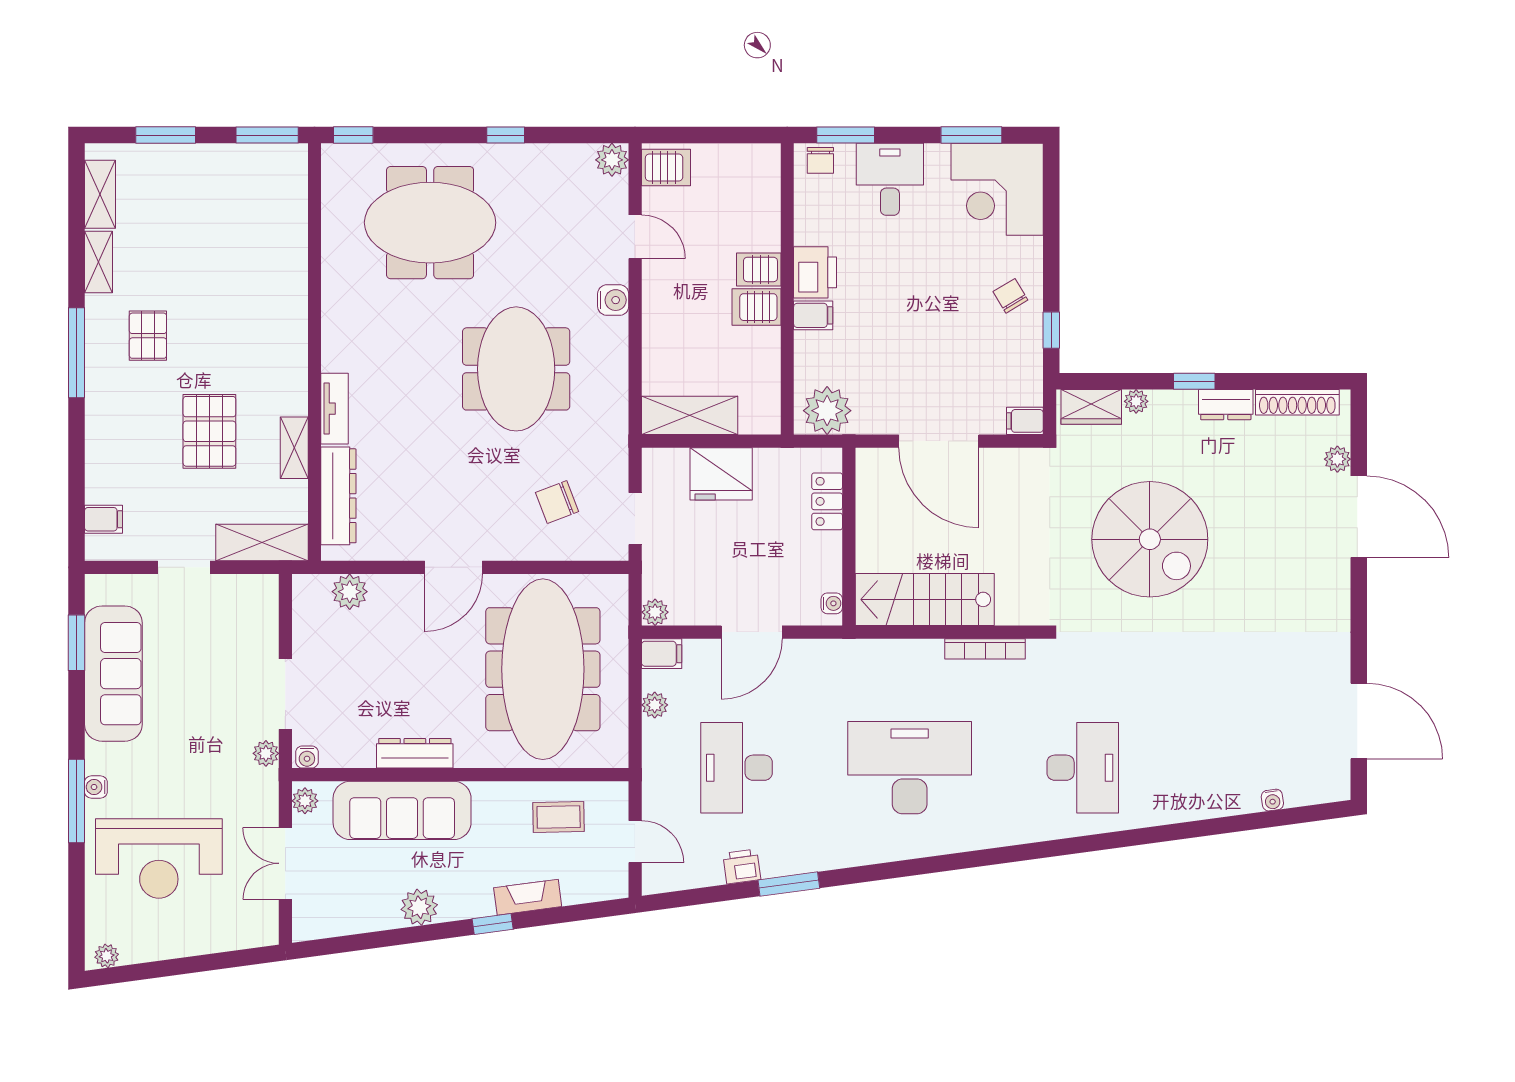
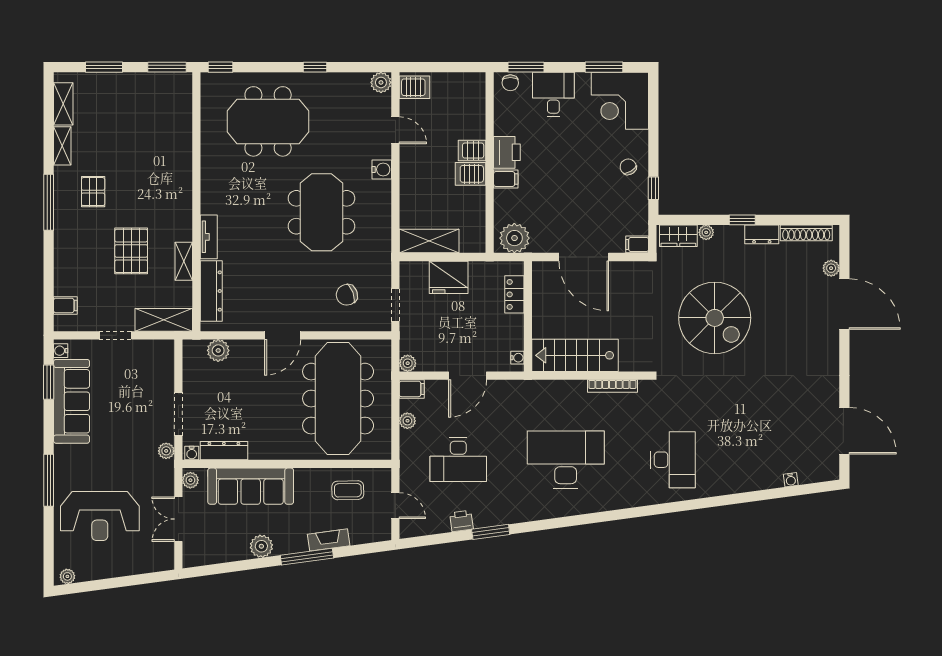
dresser: (415, 753) -> (224, 451), moved
desk: (737, 768) -> (458, 460), turned -90
water cooler: (96, 787) -> (61, 351), moved
window: (493, 924) -> (307, 557), width x2.17

